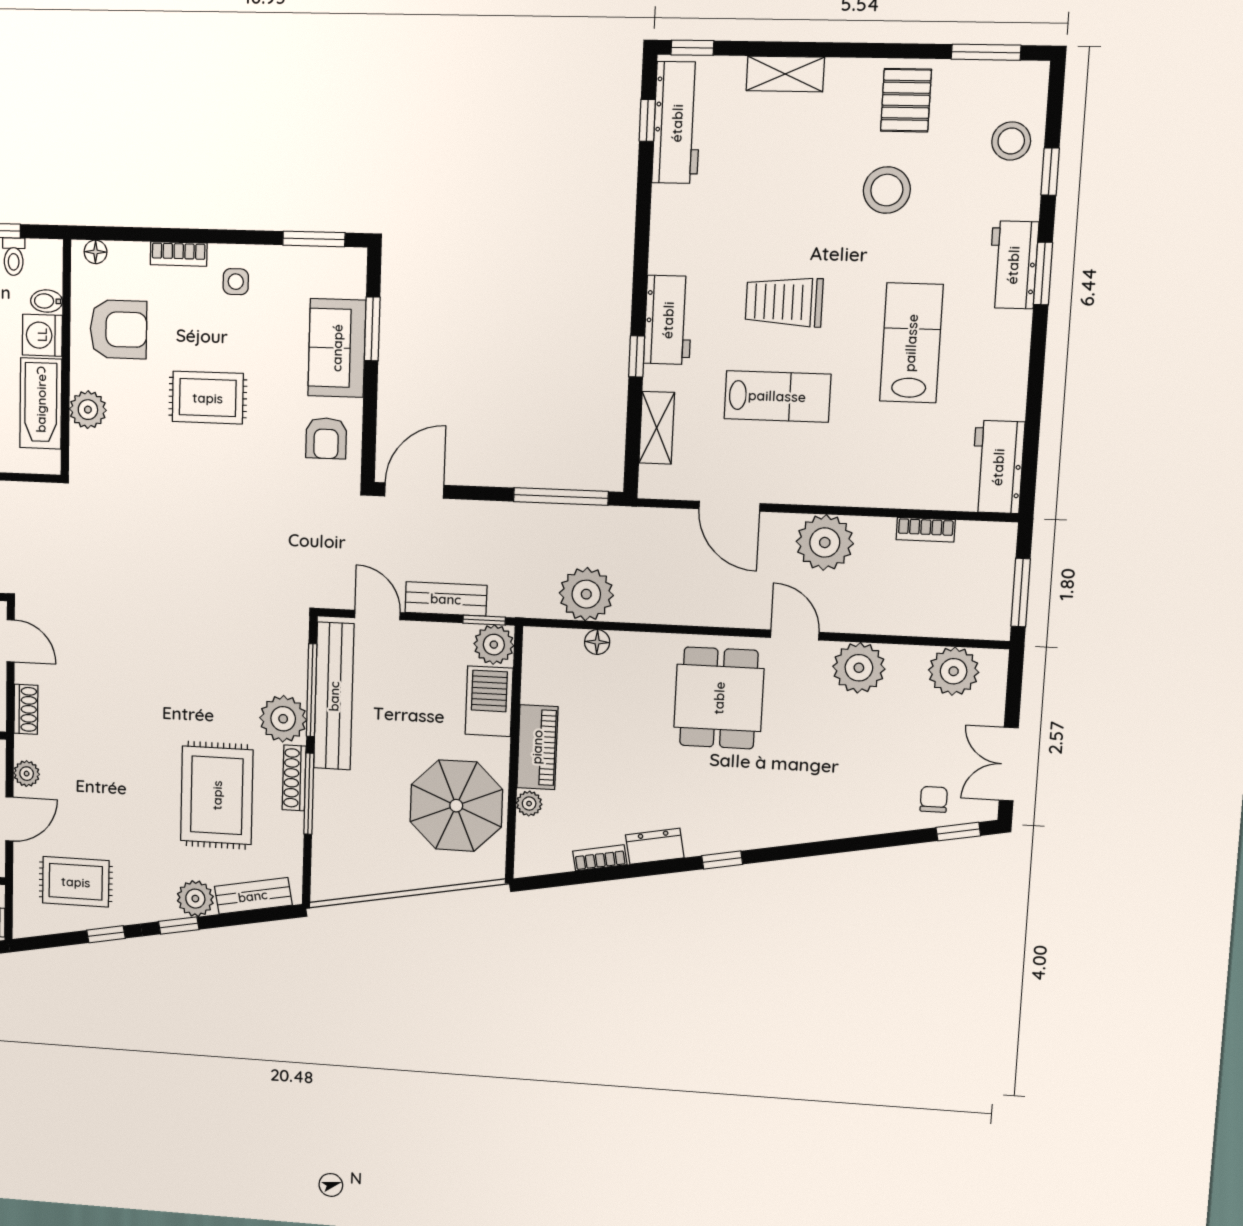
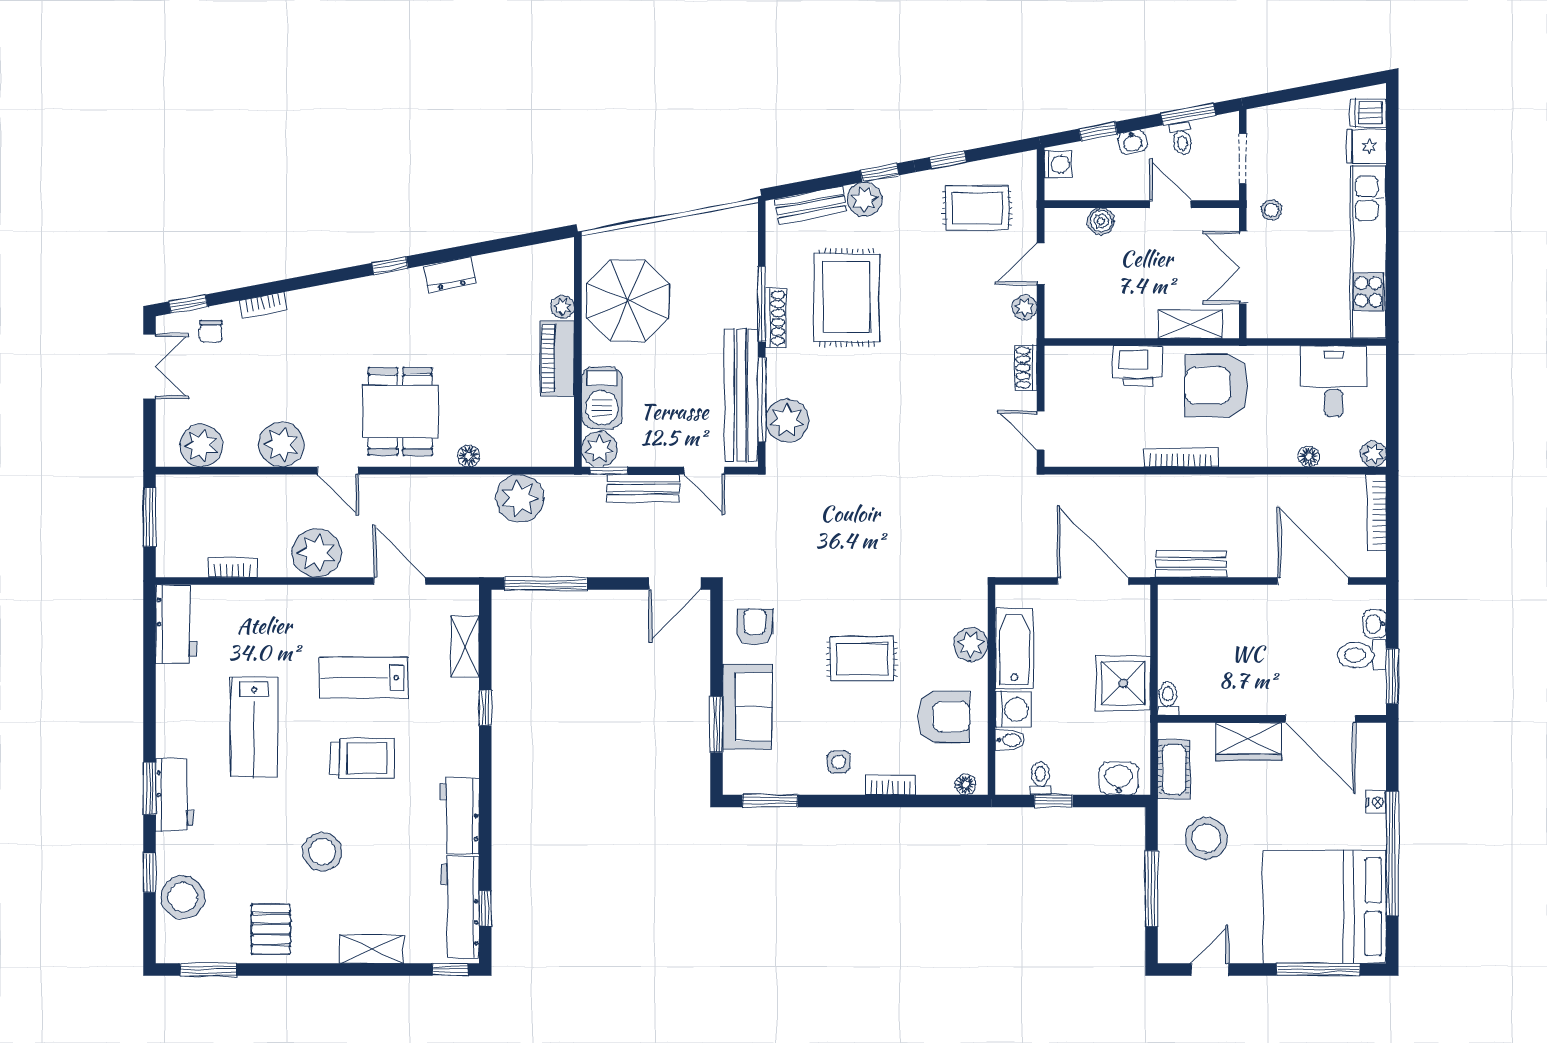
stool: (1011, 141) -> (183, 897), width x1.38, depth x1.38
stool: (887, 190) -> (322, 852), moved
workbench: (668, 320) -> (460, 816), moved
armchair: (118, 329) -> (944, 717), turned 180
floor lamp: (597, 642) -> (469, 456), moved
plant: (283, 719) -> (787, 421), moved
bookcase: (600, 858) -> (263, 305), moved

